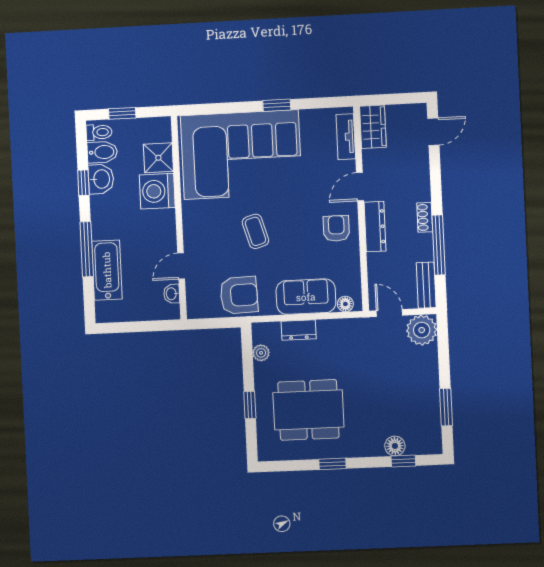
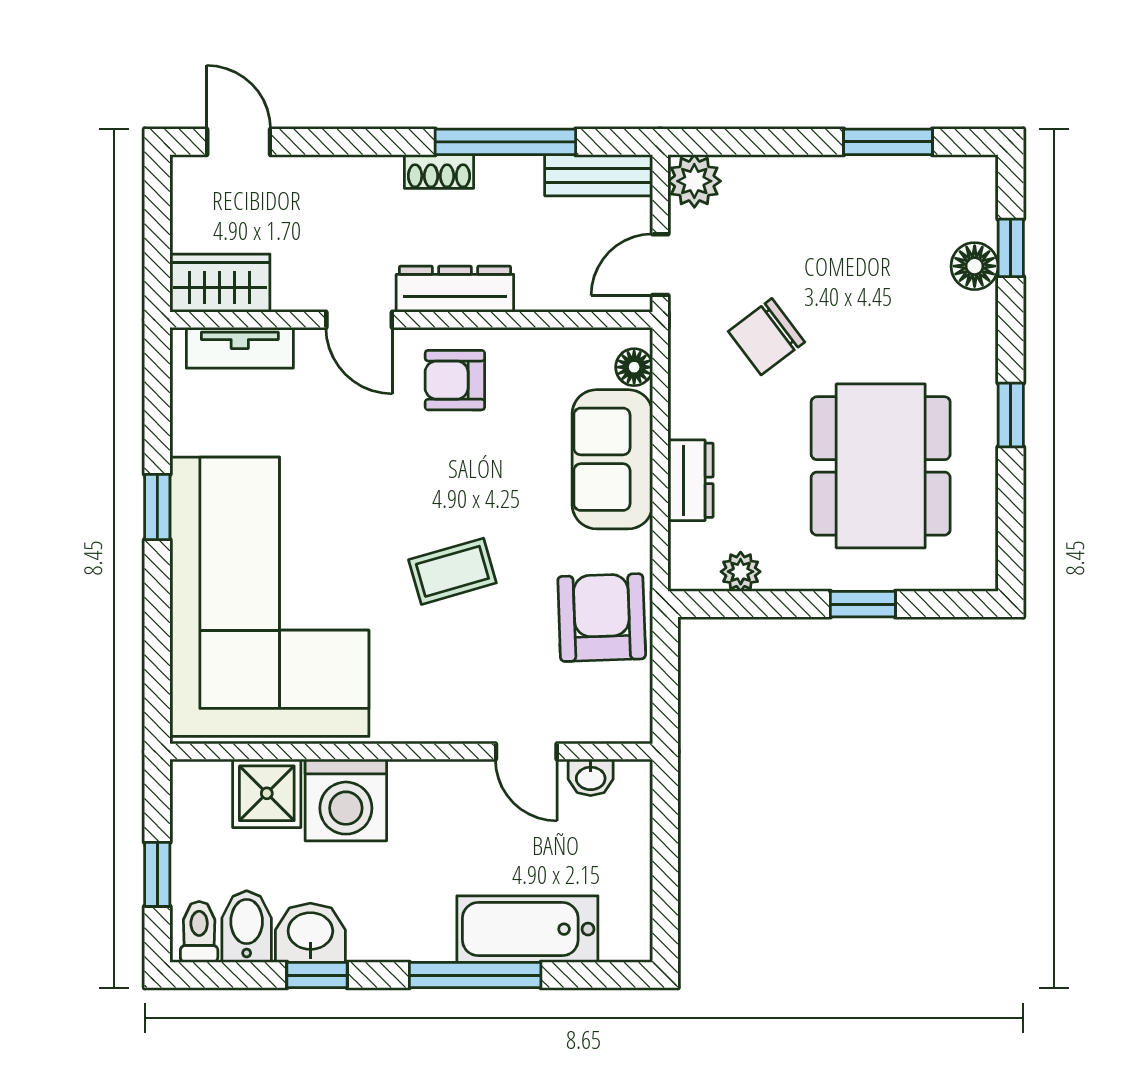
plant: (422, 330) -> (694, 181), width x0.73, depth x0.73
chair: (361, 359) -> (766, 337), added

